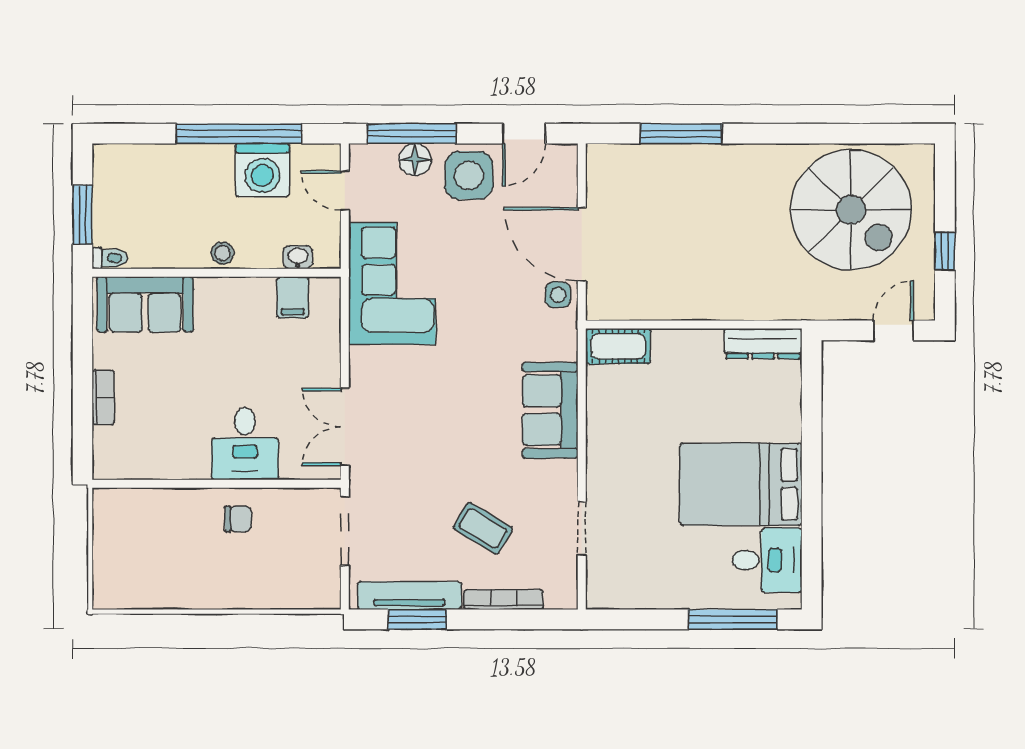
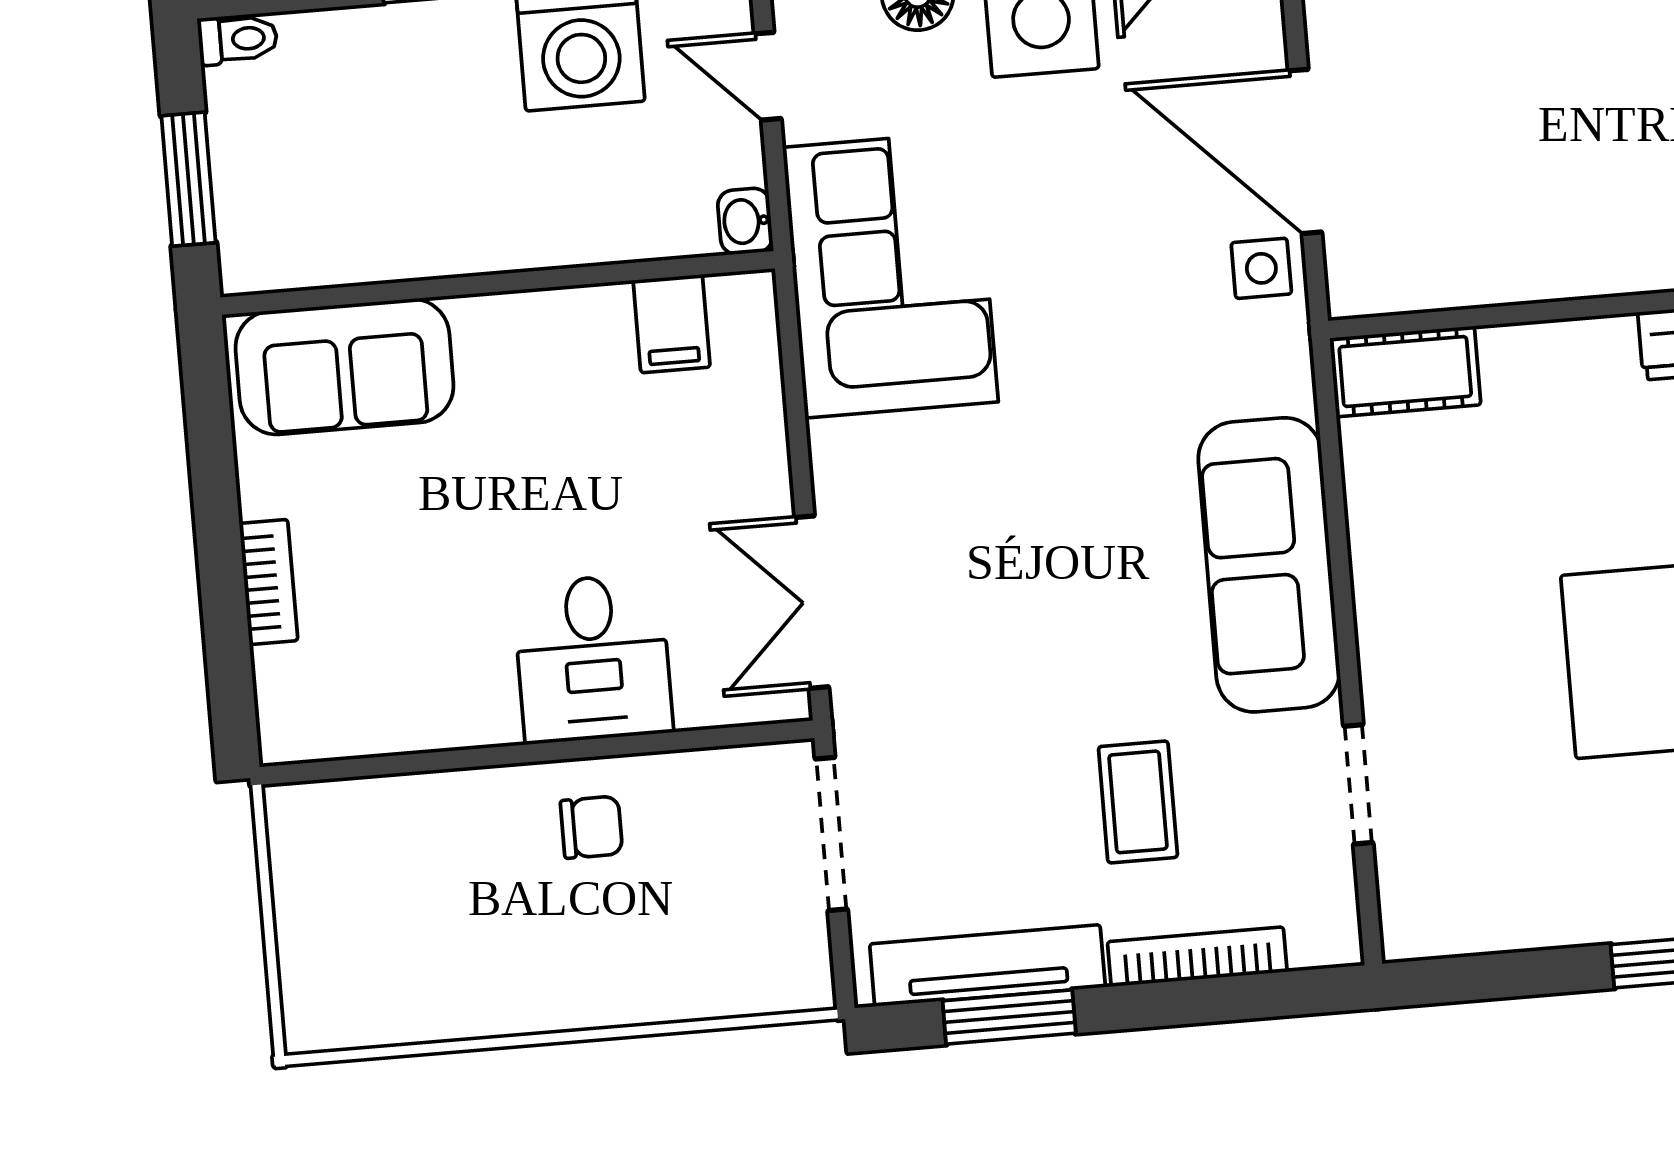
stool: (222, 253) -> (507, 239), removed
washbasin: (298, 257) -> (745, 221), moved, turned -90
toilet: (110, 258) -> (238, 39), moved
sofa: (550, 410) -> (1269, 565), width x1.36
coffee table: (483, 528) -> (1138, 802), turned 59

